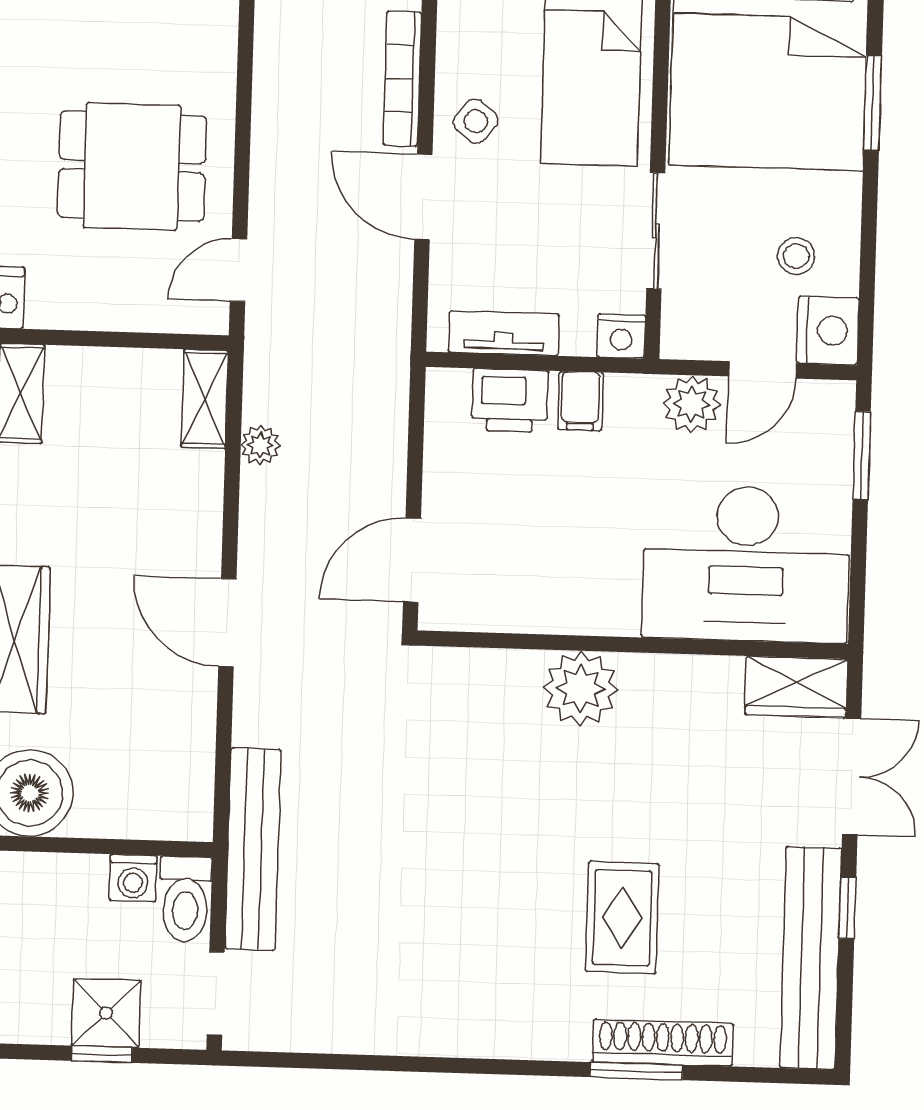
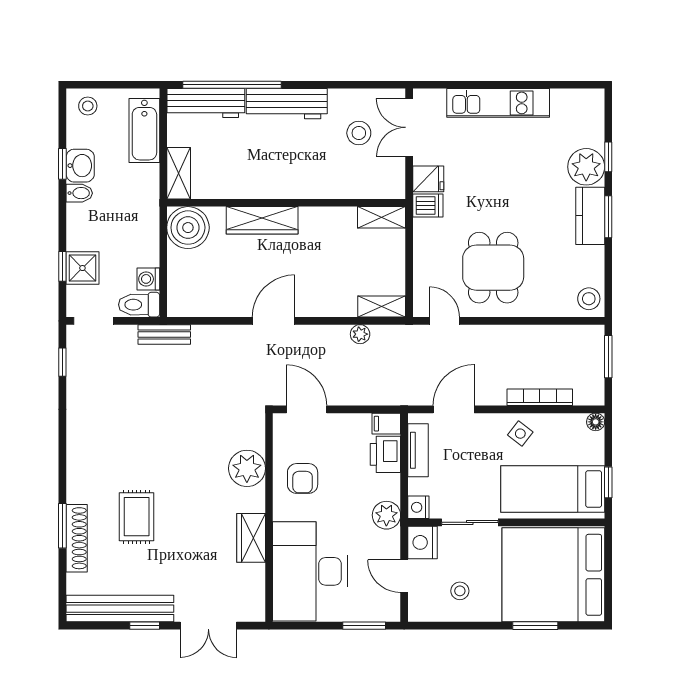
door: (423, 197) -> (454, 409), moved
nightstand: (828, 331) -> (423, 542), moved, turned 90
filing cabinet: (581, 401) -> (386, 424), moved
plant: (692, 404) -> (386, 515), moved
armchair: (554, 573) -> (303, 478), added
wardrobe: (796, 687) -> (251, 538), moved
plant: (581, 689) -> (247, 468), moved
bench: (253, 849) -> (164, 334), width x0.54, depth x0.82
rug: (622, 918) -> (137, 517), turned 90
window: (299, 1060) -> (62, 362), added

